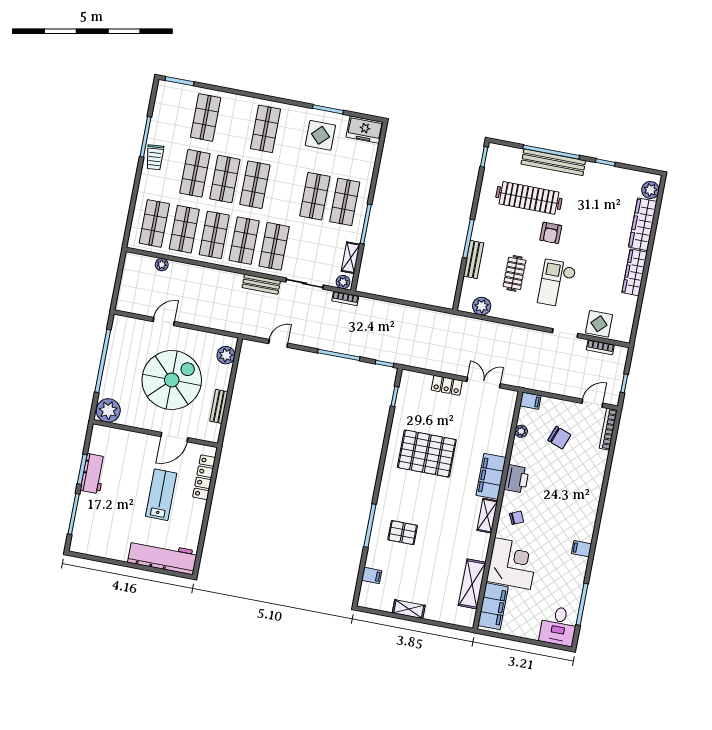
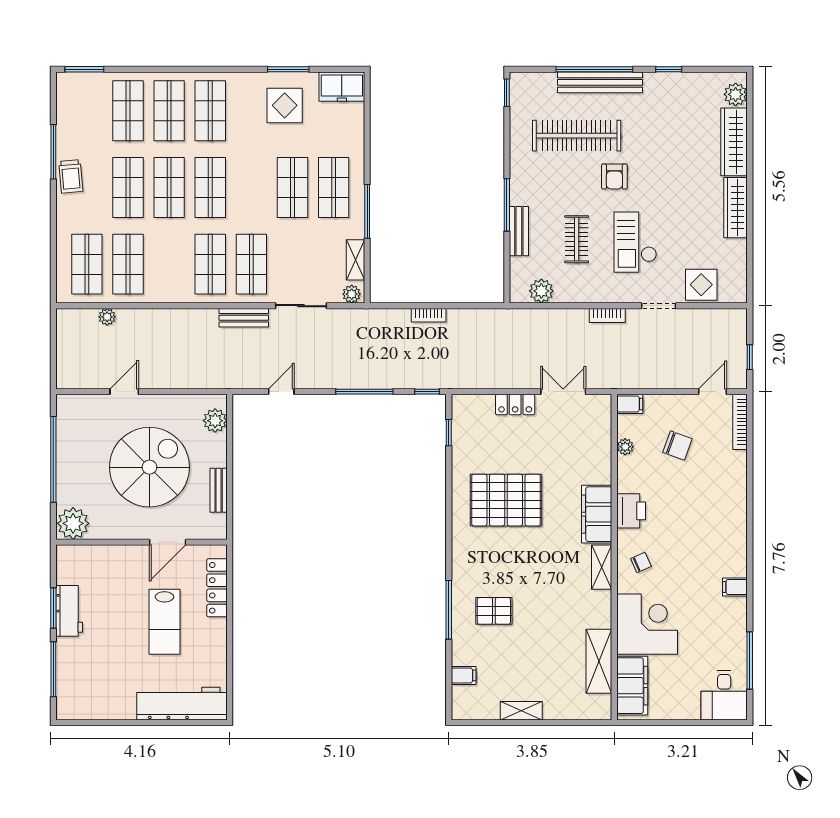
shop shelf: (214, 235) -> (169, 111), moved
bookcase: (345, 298) -> (429, 315), moved
bookcase: (600, 347) -> (607, 315), moved
lab bench: (161, 495) -> (164, 622), turned 180

